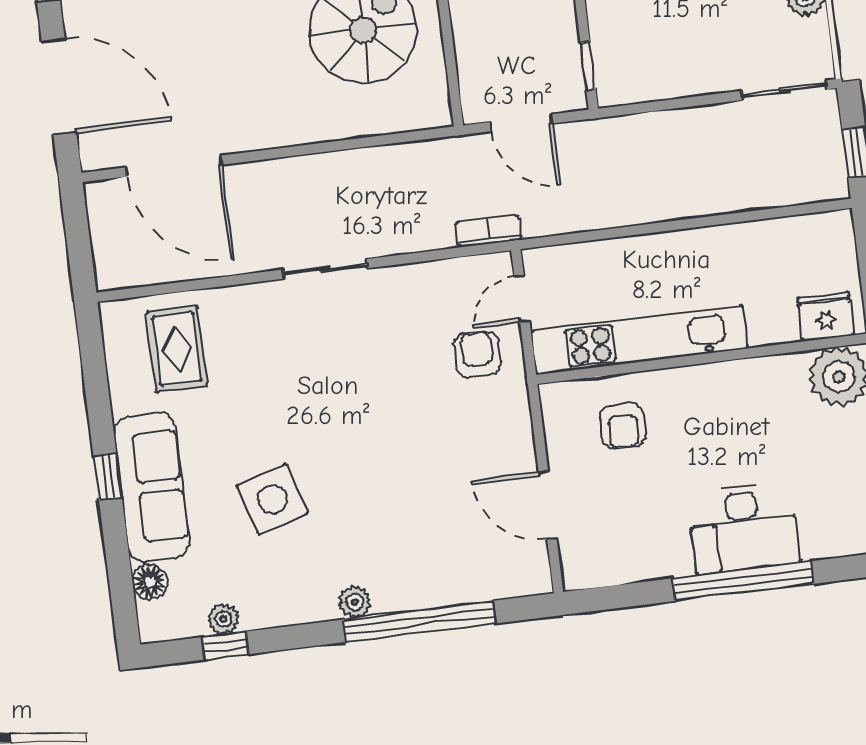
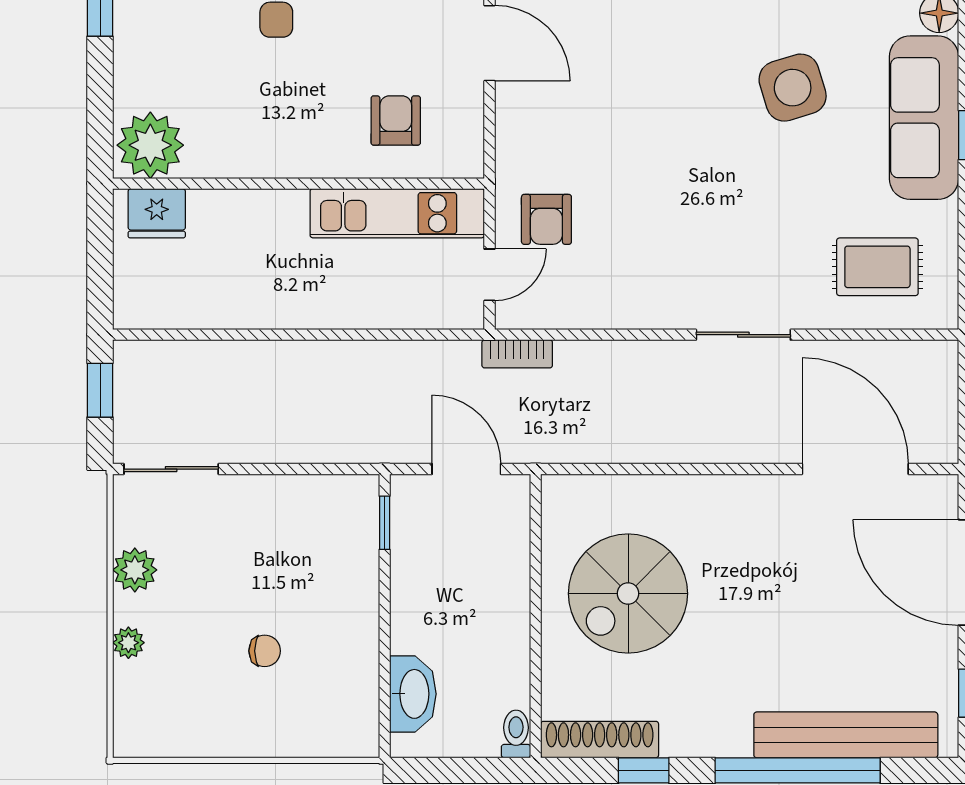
sliding door: (325, 269) -> (743, 335), moved
kitchen unit: (639, 340) -> (397, 213), width x0.73
rug: (177, 349) -> (877, 267), turned 90

